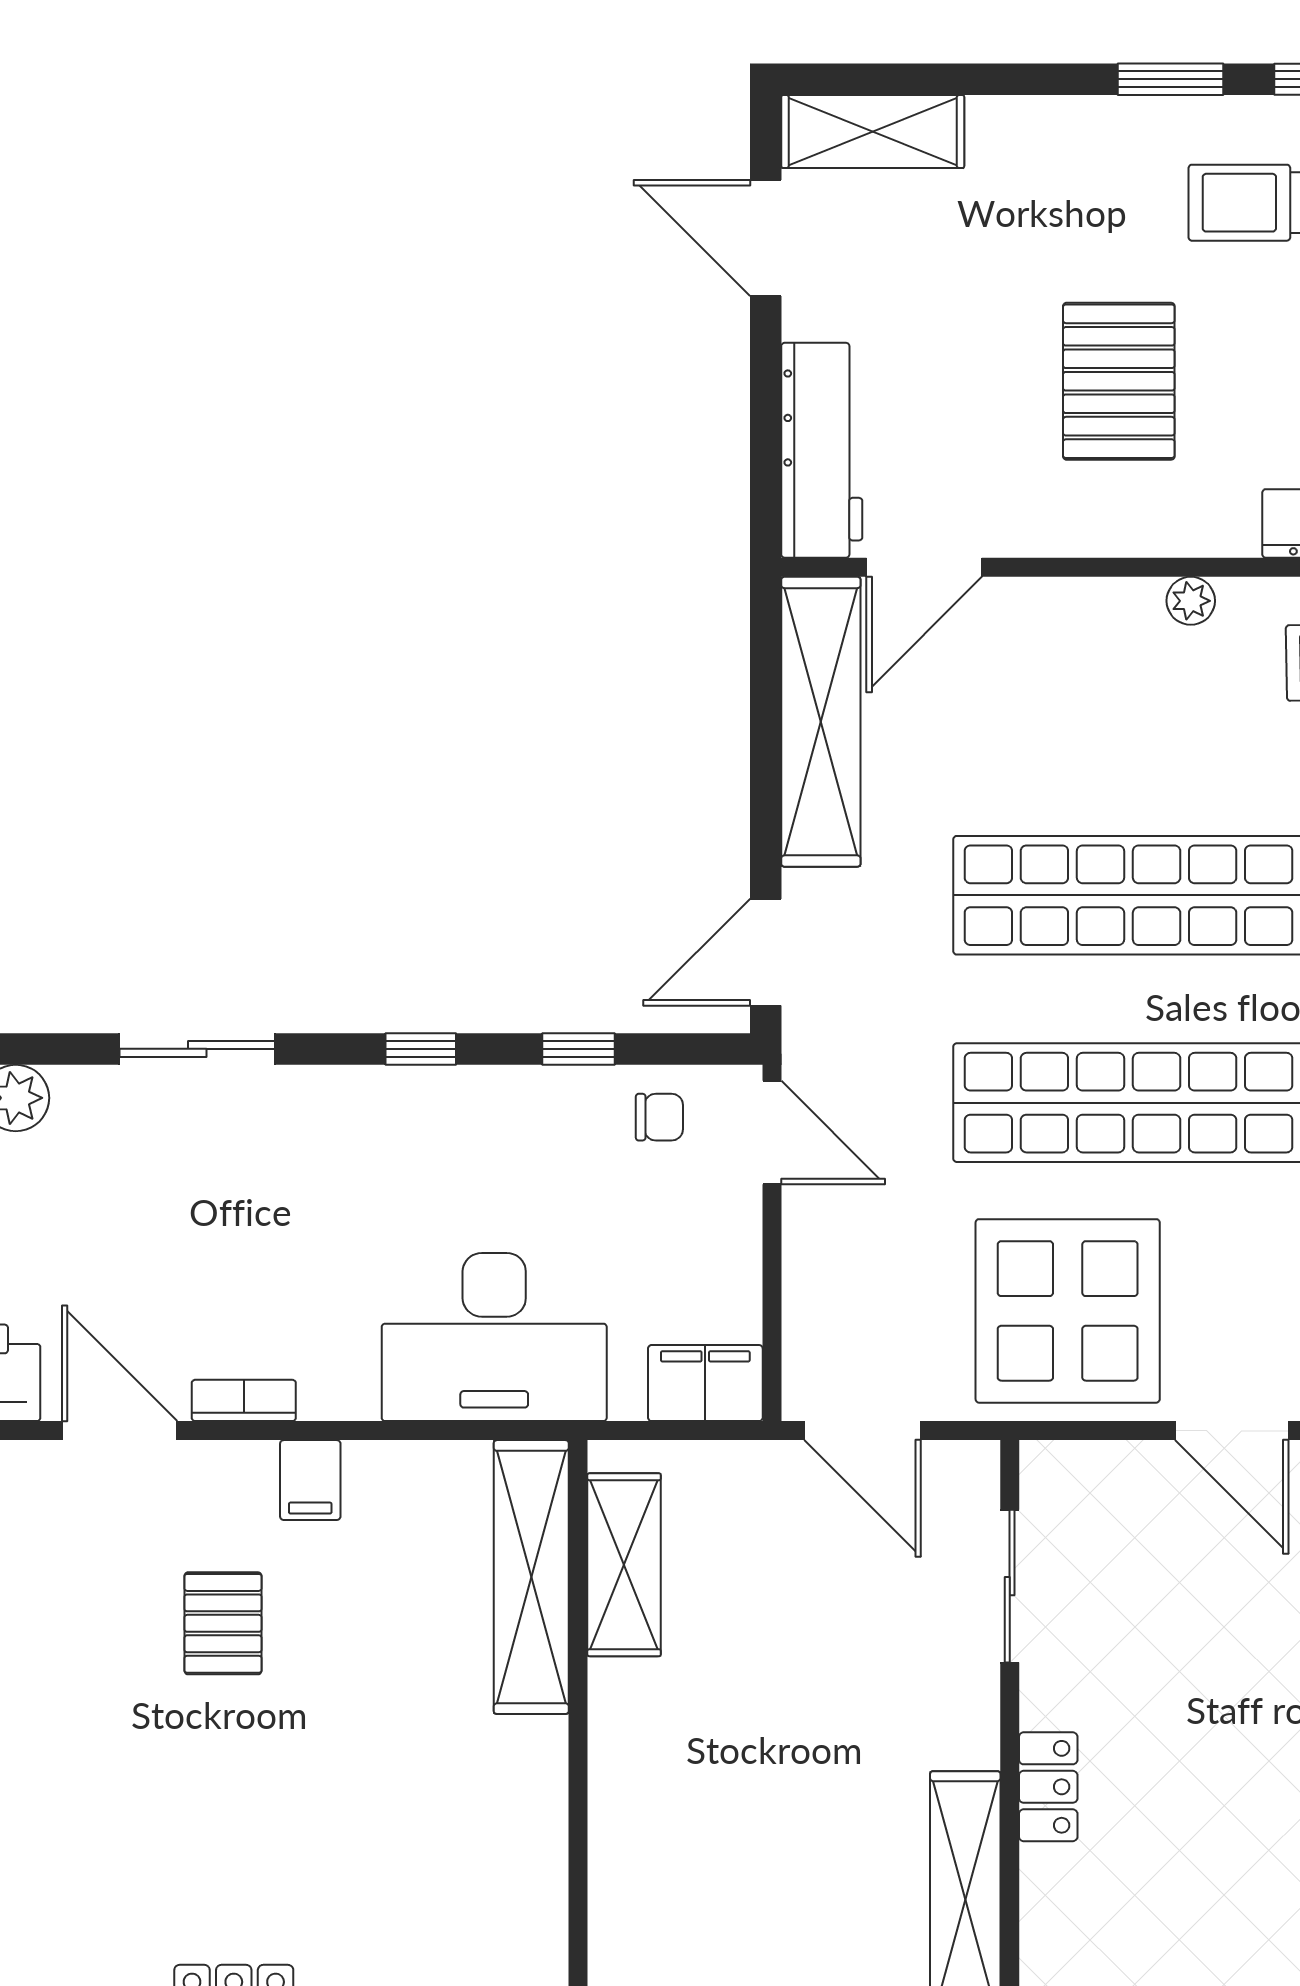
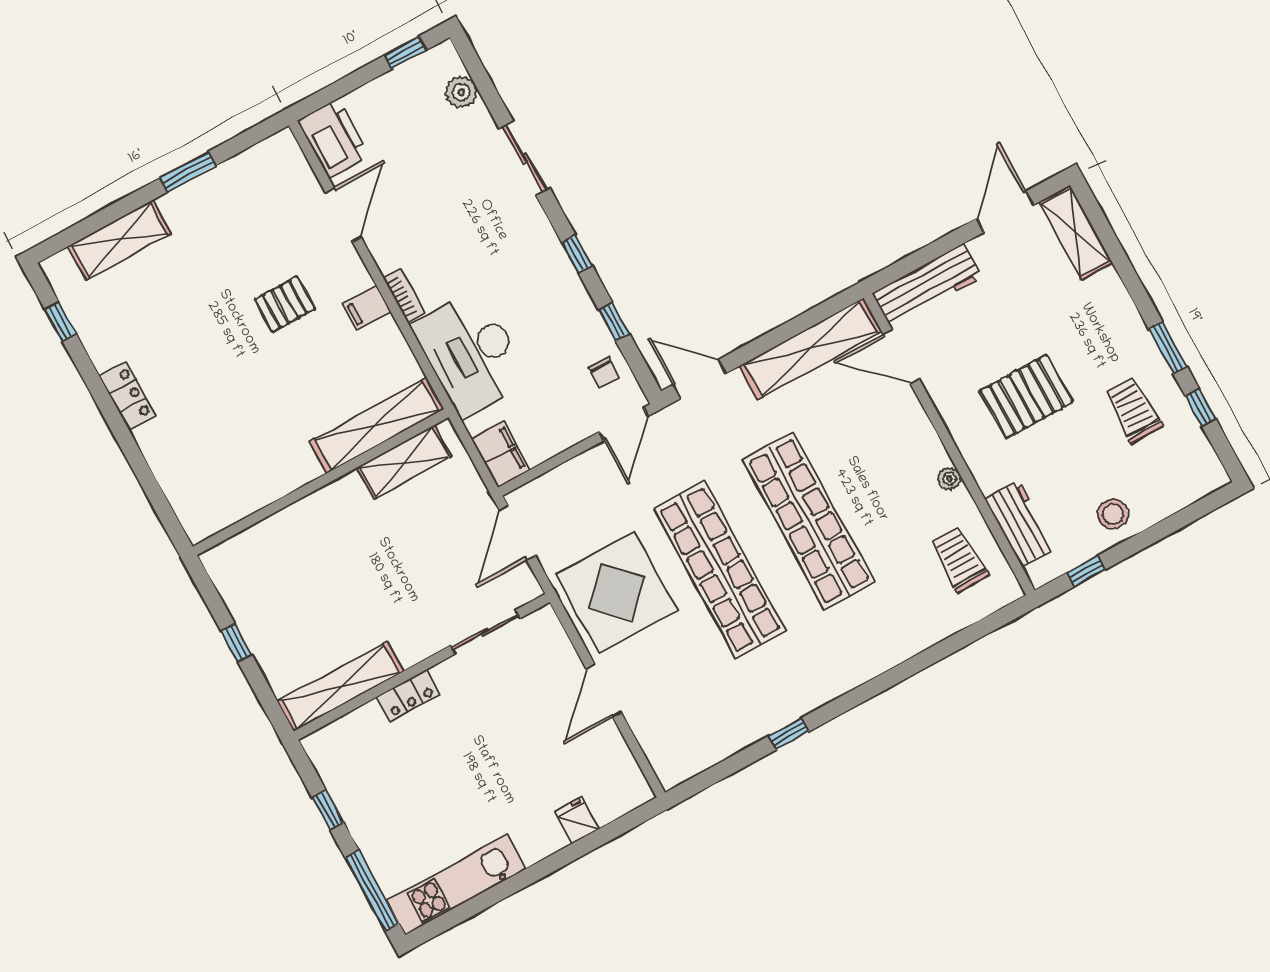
bookcase: (244, 1400) -> (404, 295), moved

